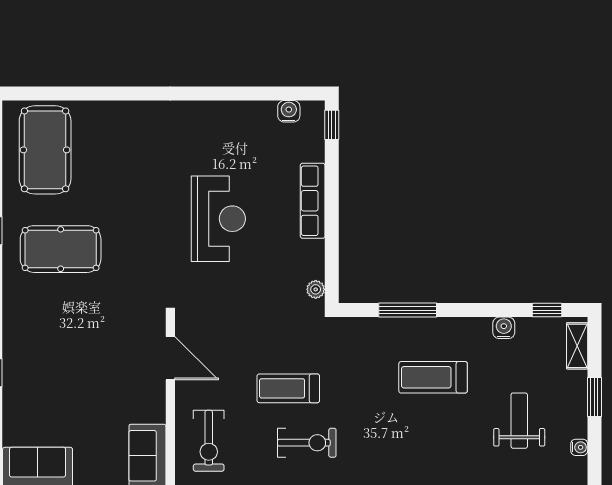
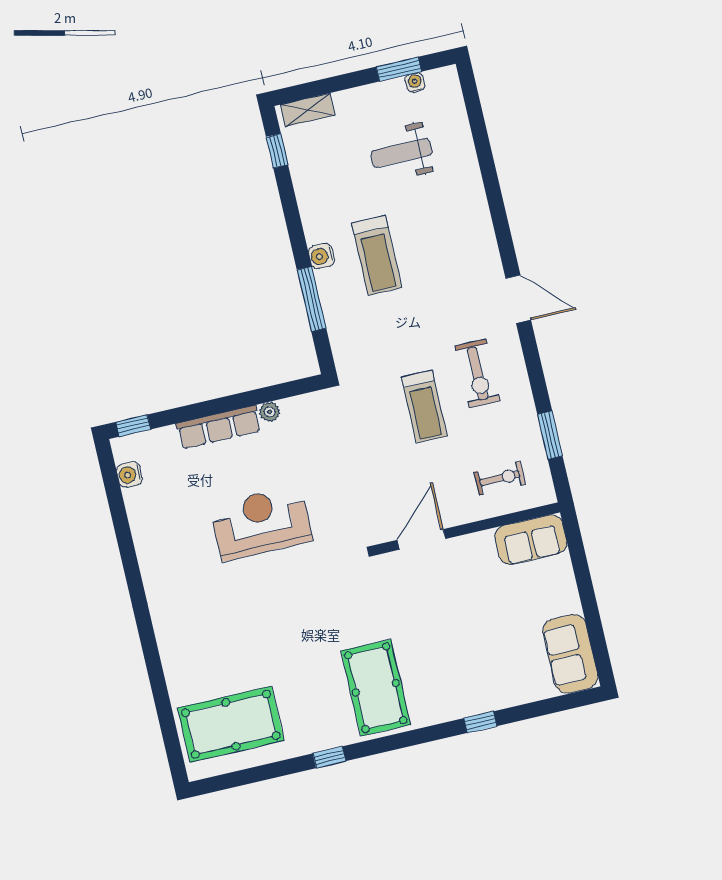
pool table: (61, 249) -> (376, 688), moved
plant: (316, 289) -> (270, 412), moved
water cooler: (504, 328) -> (321, 256), moved
window: (594, 397) -> (399, 69), moved
exercise bike: (209, 441) -> (500, 478), width x0.73, depth x0.72
exercise bike: (307, 443) -> (478, 373), turned 180

